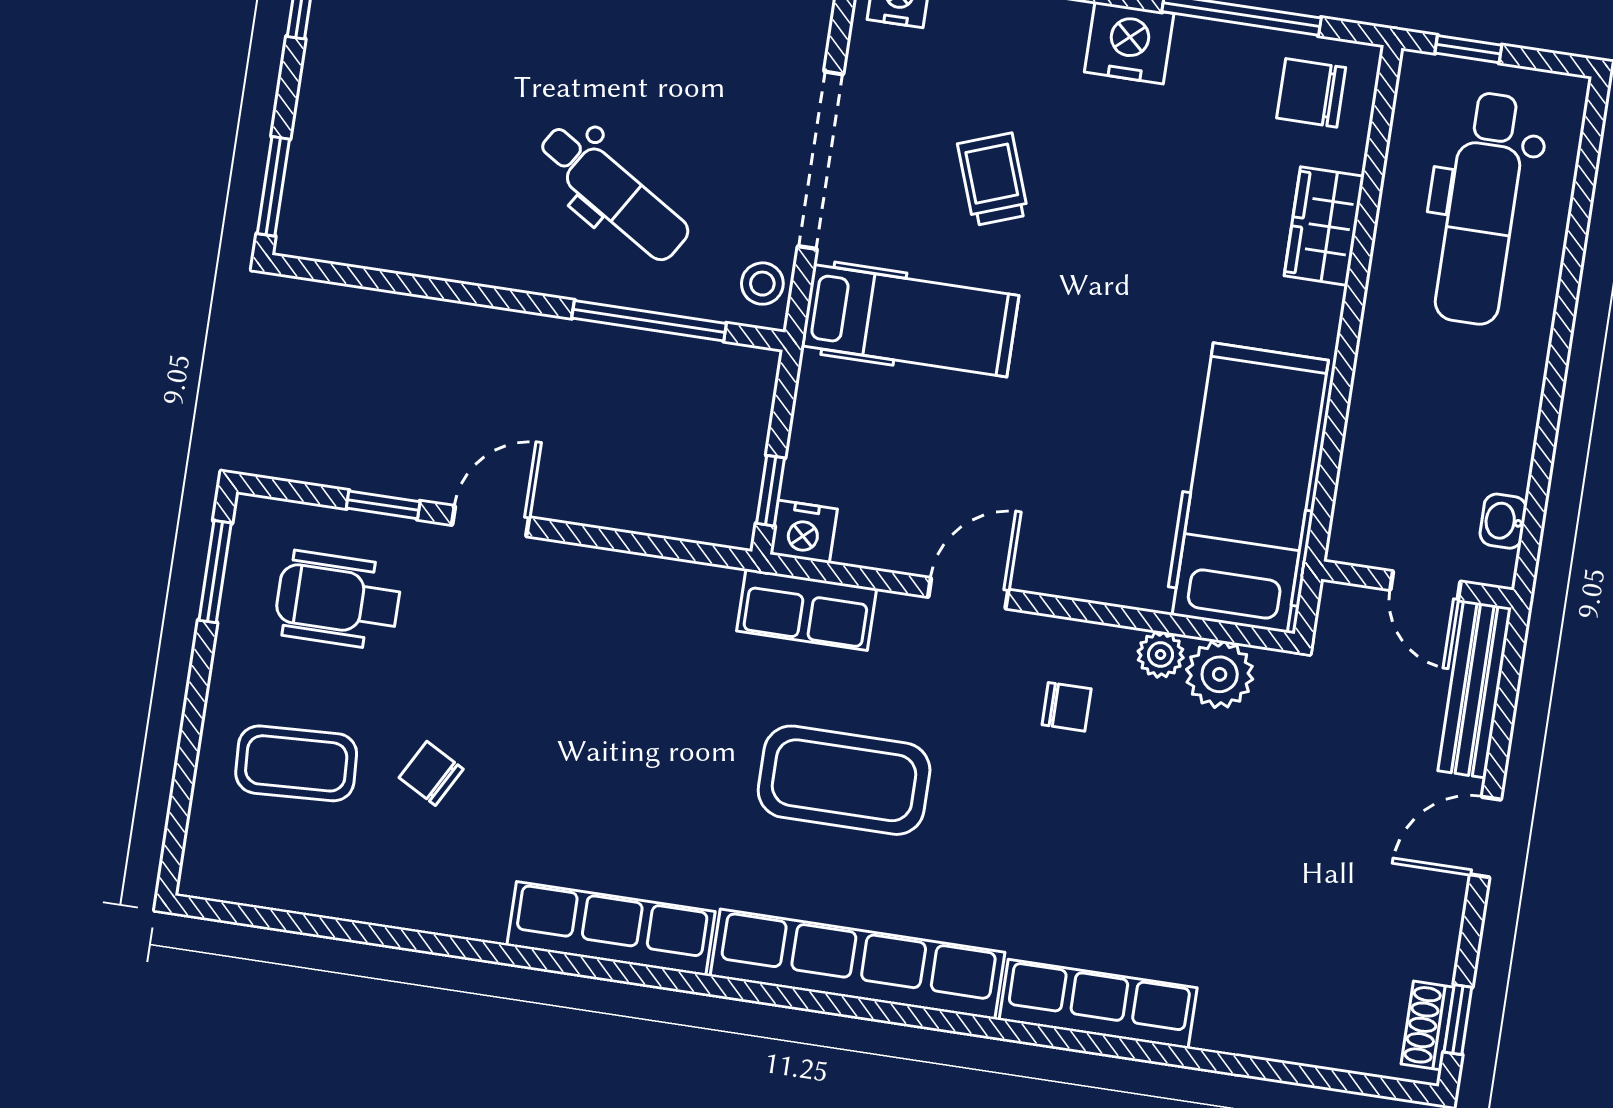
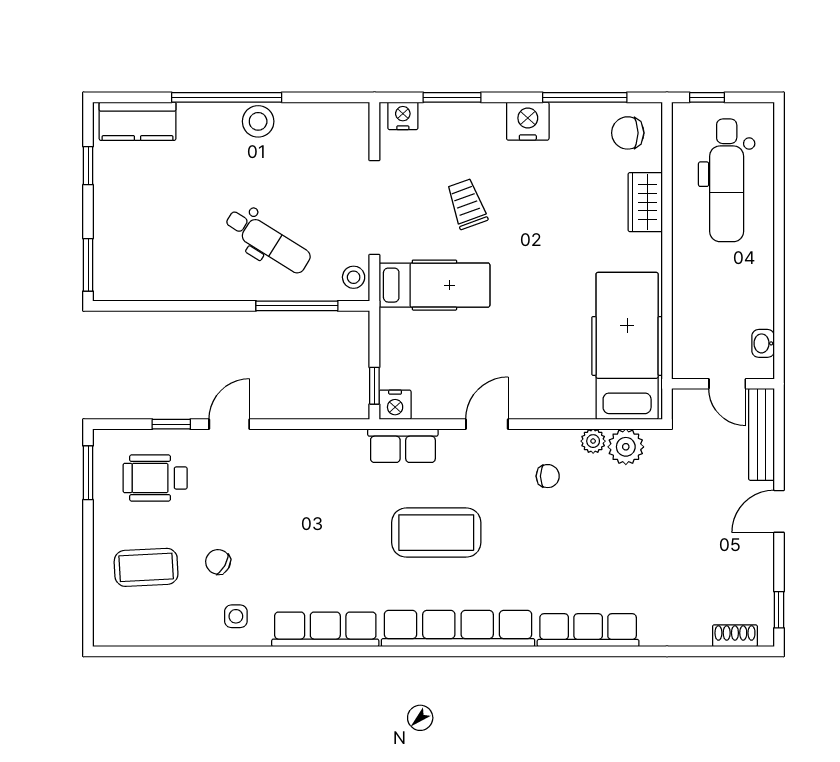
side table: (449, 879) -> (236, 616), added
shoe rack: (1428, 1026) -> (735, 636), moved, turned 90

